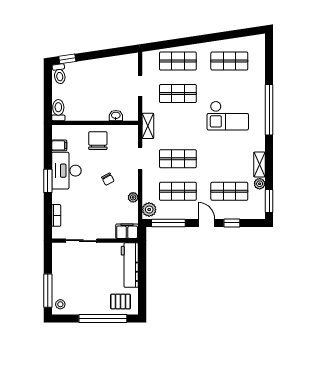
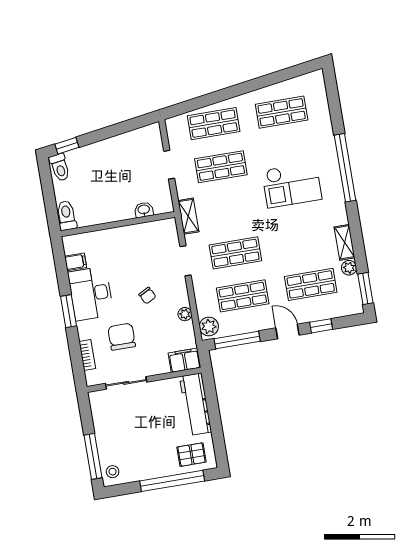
chair: (98, 141) -> (122, 337), moved

